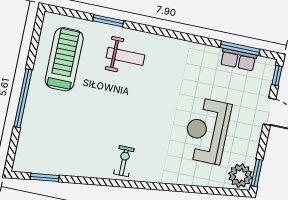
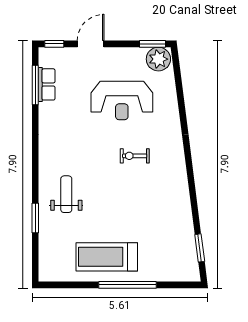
treadmill: (64, 59) -> (107, 257), moved
exercise bike: (124, 161) -> (135, 156), moved

